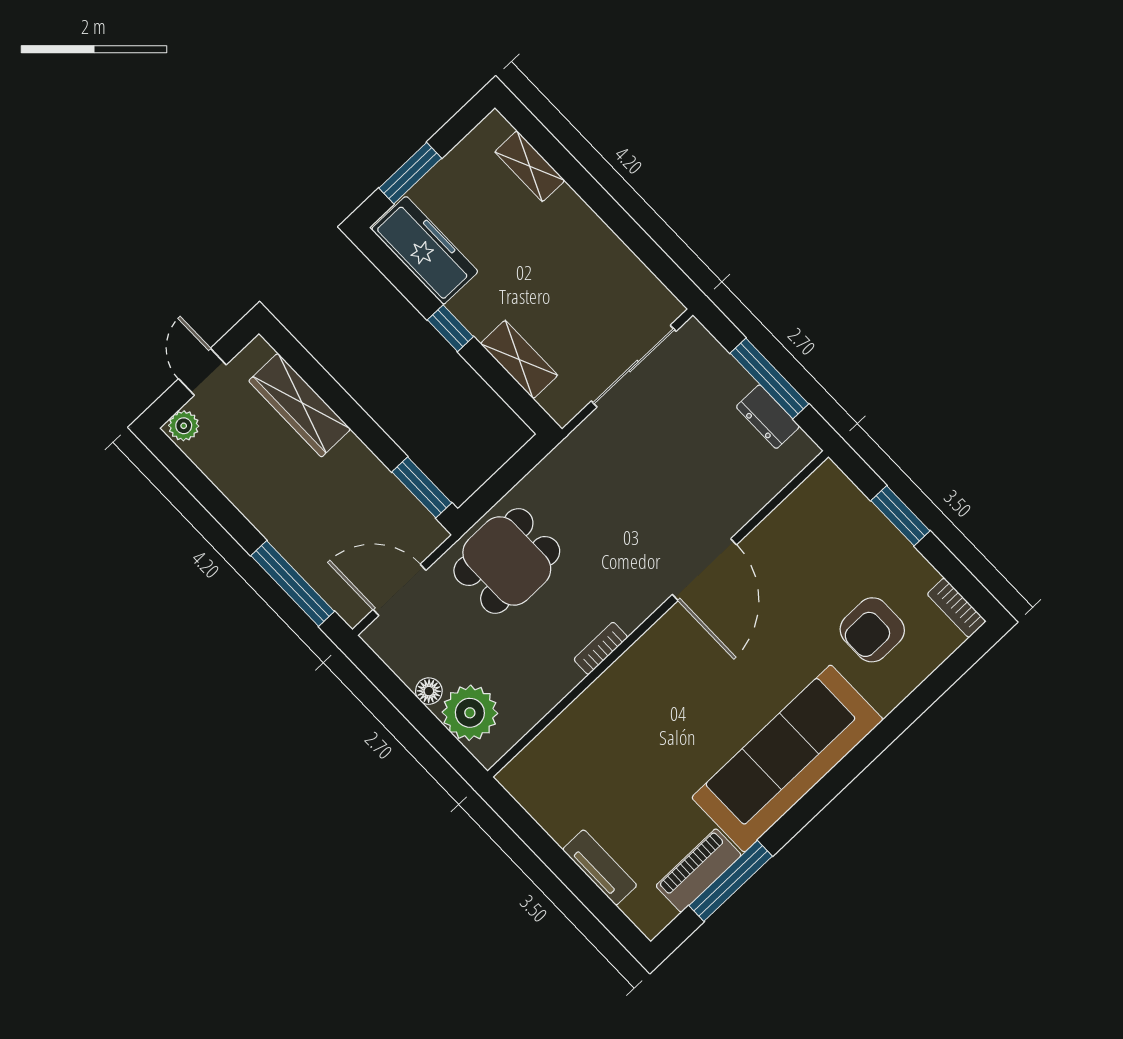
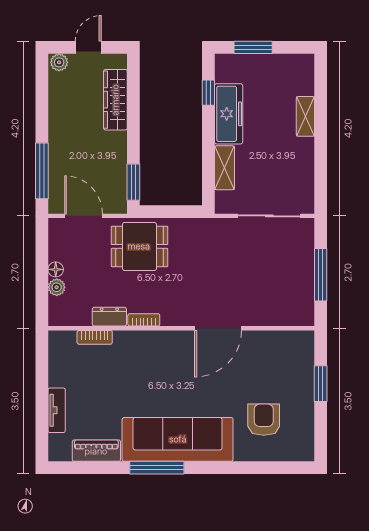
shelving: (530, 166) -> (305, 116), moved
freezer: (425, 250) -> (229, 114), moved
window: (450, 328) -> (208, 93), moved
dresser: (768, 417) -> (109, 317), moved, turned 90
bookcase: (956, 608) -> (95, 337), moved, turned -90
armchair: (872, 630) -> (264, 420), turned 90
plant: (470, 713) -> (57, 287), width x0.53, depth x0.53
window: (731, 881) -> (157, 468), moved

